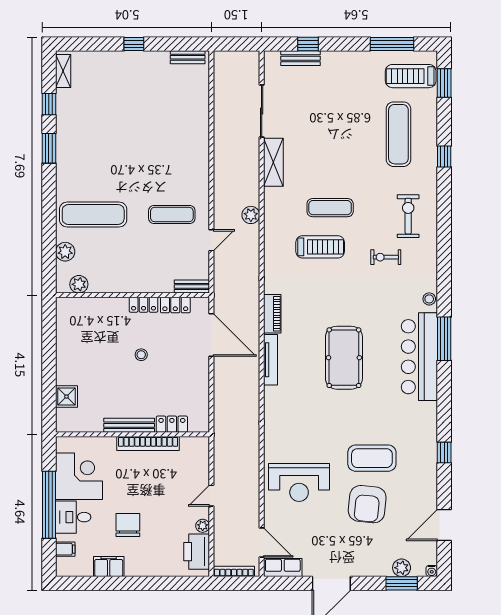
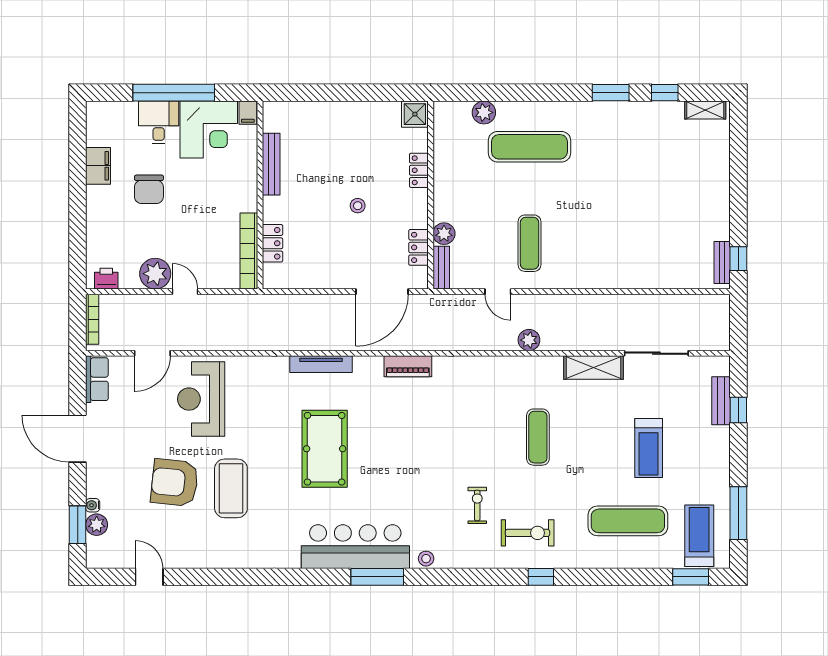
window: (134, 44) -> (738, 259), moved
window: (444, 156) -> (541, 577), moved
exercise mat: (93, 215) -> (529, 147), turned 90
treadmill: (320, 247) -> (649, 448), moved
plant: (79, 284) -> (444, 234), moved
locker: (144, 305) -> (419, 170), moved
pool table: (344, 358) -> (325, 449), moved, turned 90
tv unit: (270, 360) -> (321, 364), moved
shower: (67, 397) -> (415, 114), moved
bench: (129, 425) -> (271, 164), moved
bookcase: (148, 443) -> (249, 251), moved
window: (444, 453) -> (238, 577), removed
chair: (128, 525) -> (149, 189), turned 90
door: (444, 525) -> (149, 577), width x0.73
plant: (203, 526) -> (155, 274), width x1.88, depth x1.88
door: (262, 542) -> (152, 353), moved
filing cabinet: (65, 549) -> (248, 113), moved
printer: (197, 552) -> (106, 279), width x0.53, depth x0.68
water cooler: (432, 571) -> (93, 505), moved

